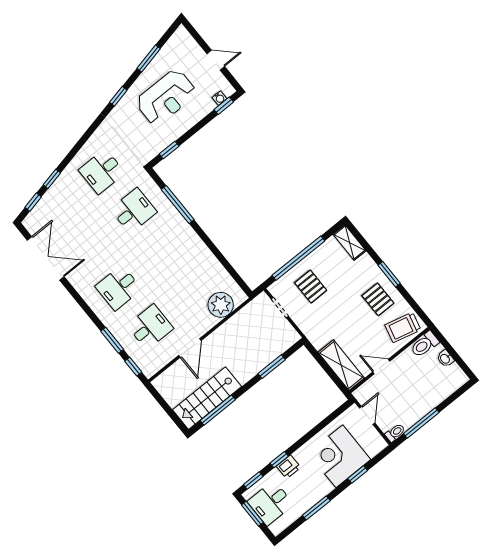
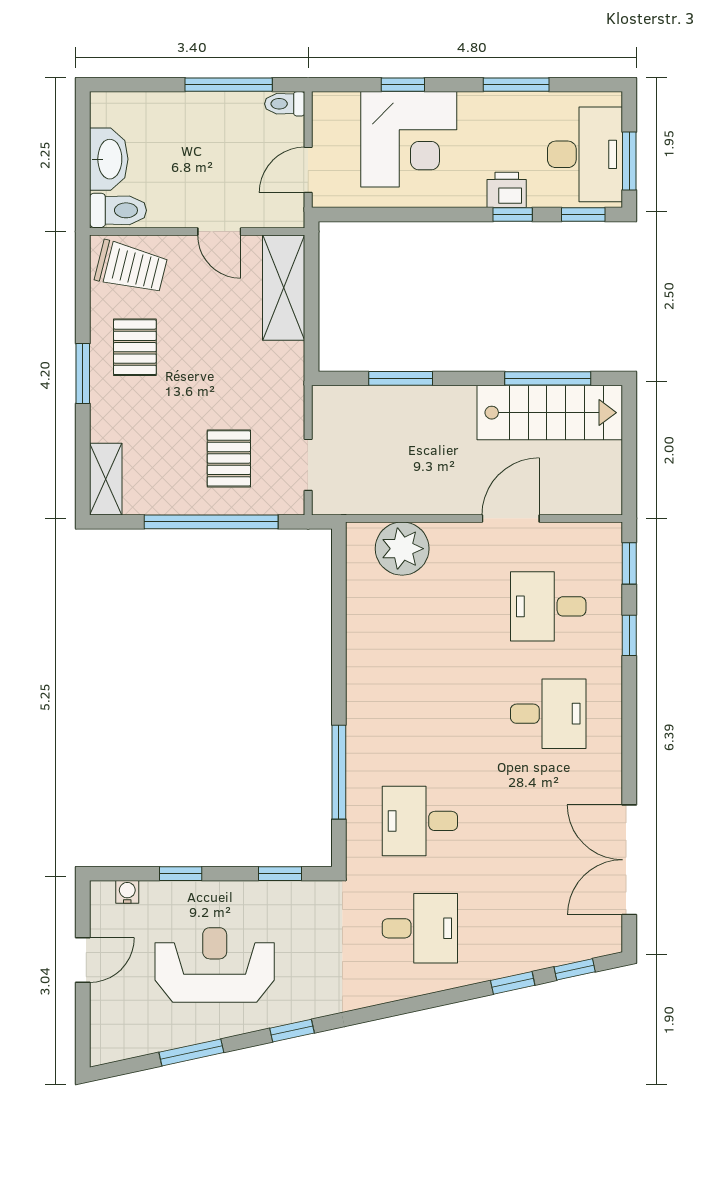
door: (216, 60) -> (83, 960), swing flipped
window: (224, 106) -> (181, 874), moved
window: (112, 340) -> (629, 635), width x0.67
washbasin: (445, 359) -> (109, 159), width x1.91, depth x1.45
desk: (271, 503) -> (585, 154), width x1.37

